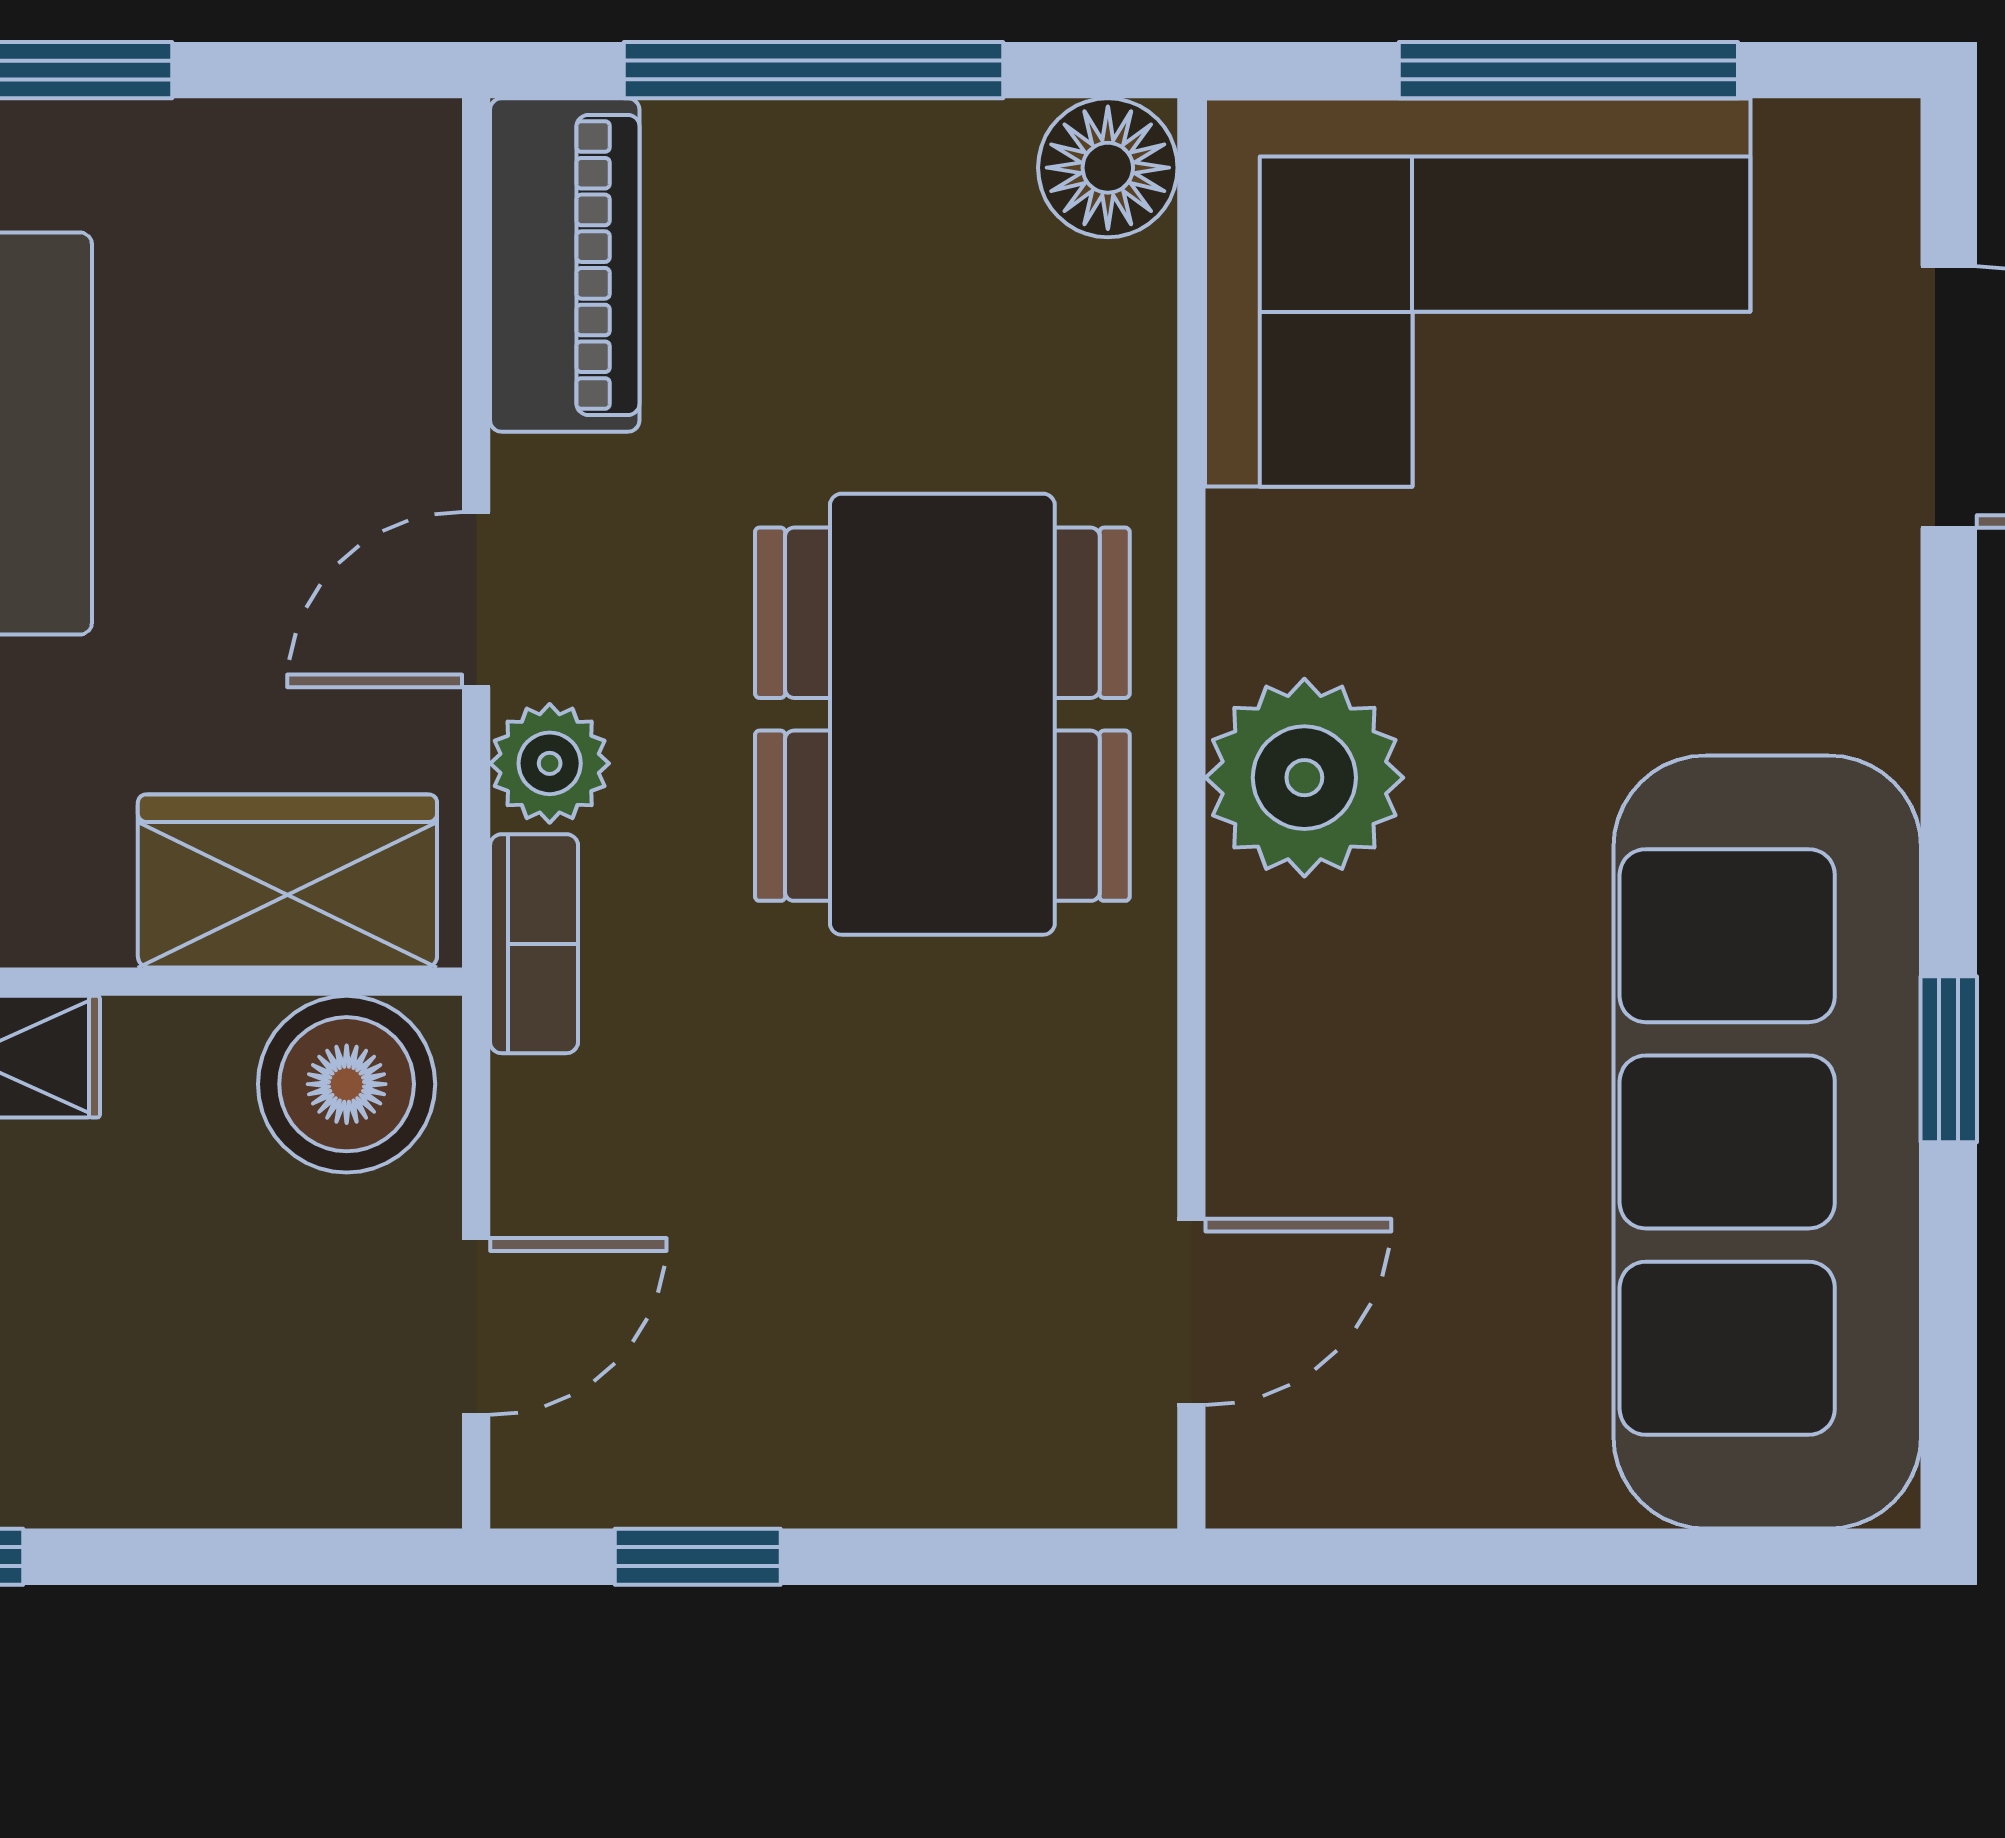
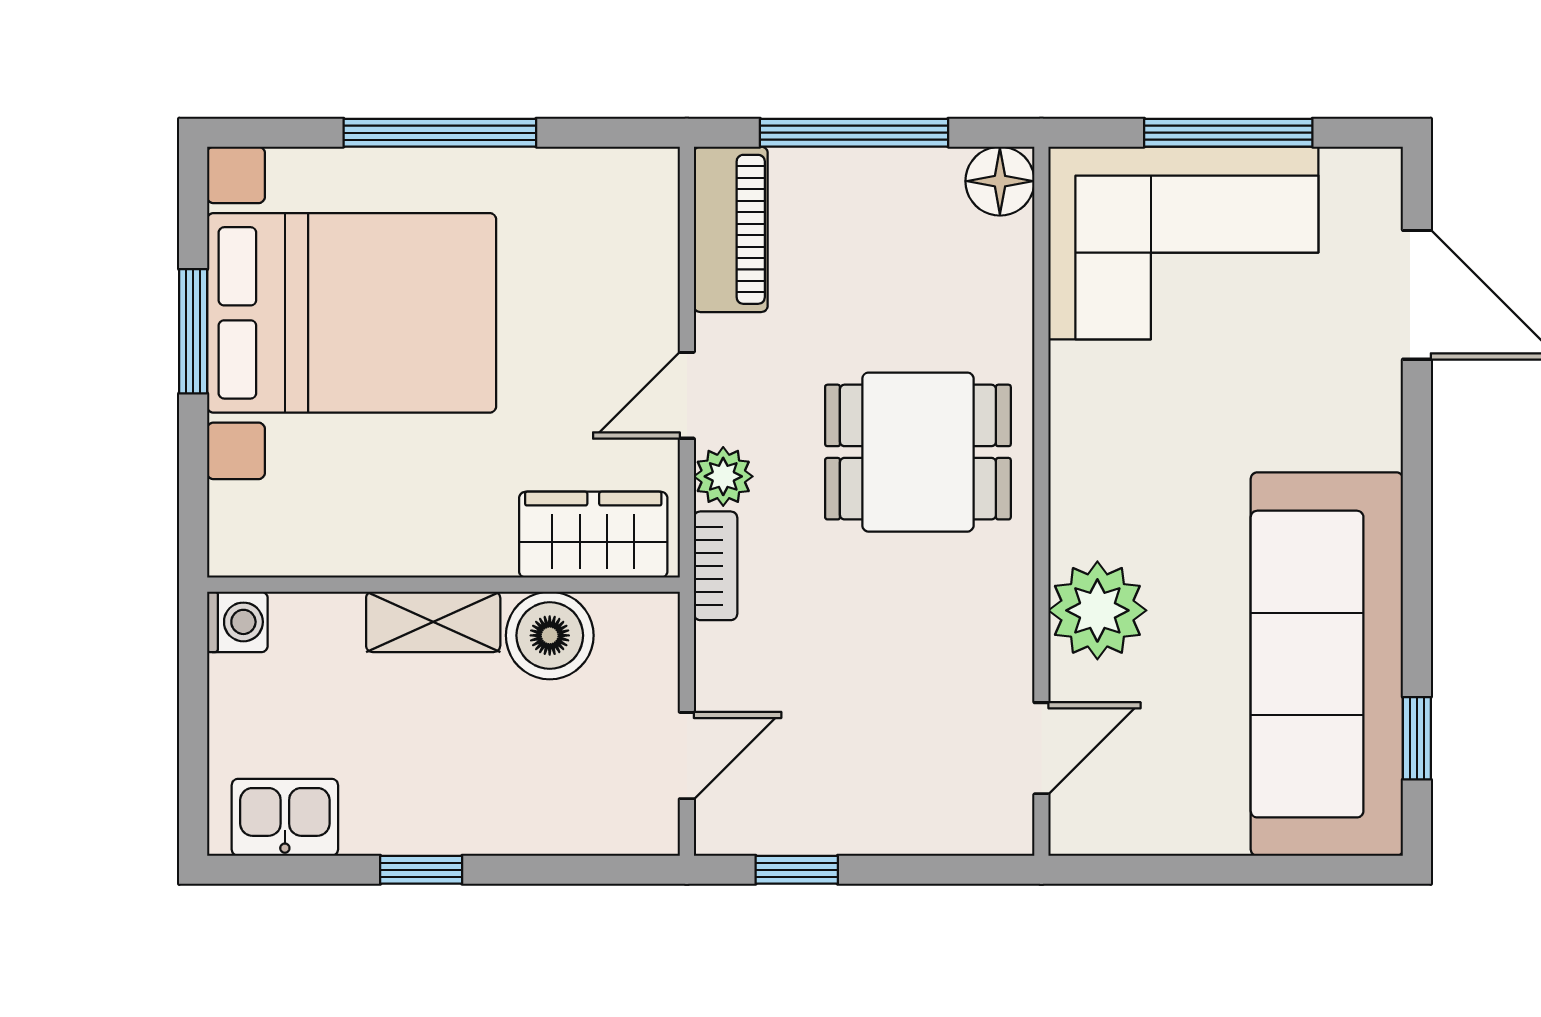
dining table: (942, 714) -> (918, 452), width x0.73
plant: (1304, 778) -> (1097, 610), moved
window: (1949, 1059) -> (1417, 738), moved
boiler: (347, 1084) -> (550, 635), moved

